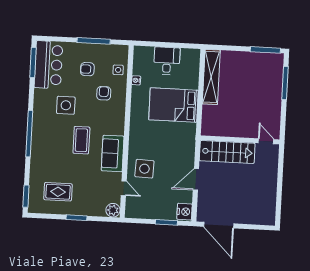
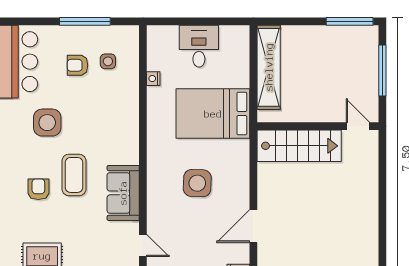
side table: (118, 70) -> (108, 61), moved
armchair: (104, 93) -> (38, 189), moved
wall: (240, 140) -> (318, 126), moved
door: (266, 141) -> (358, 126), moved
stairs: (227, 152) -> (299, 146), moved
side table: (144, 169) -> (197, 183), moved

